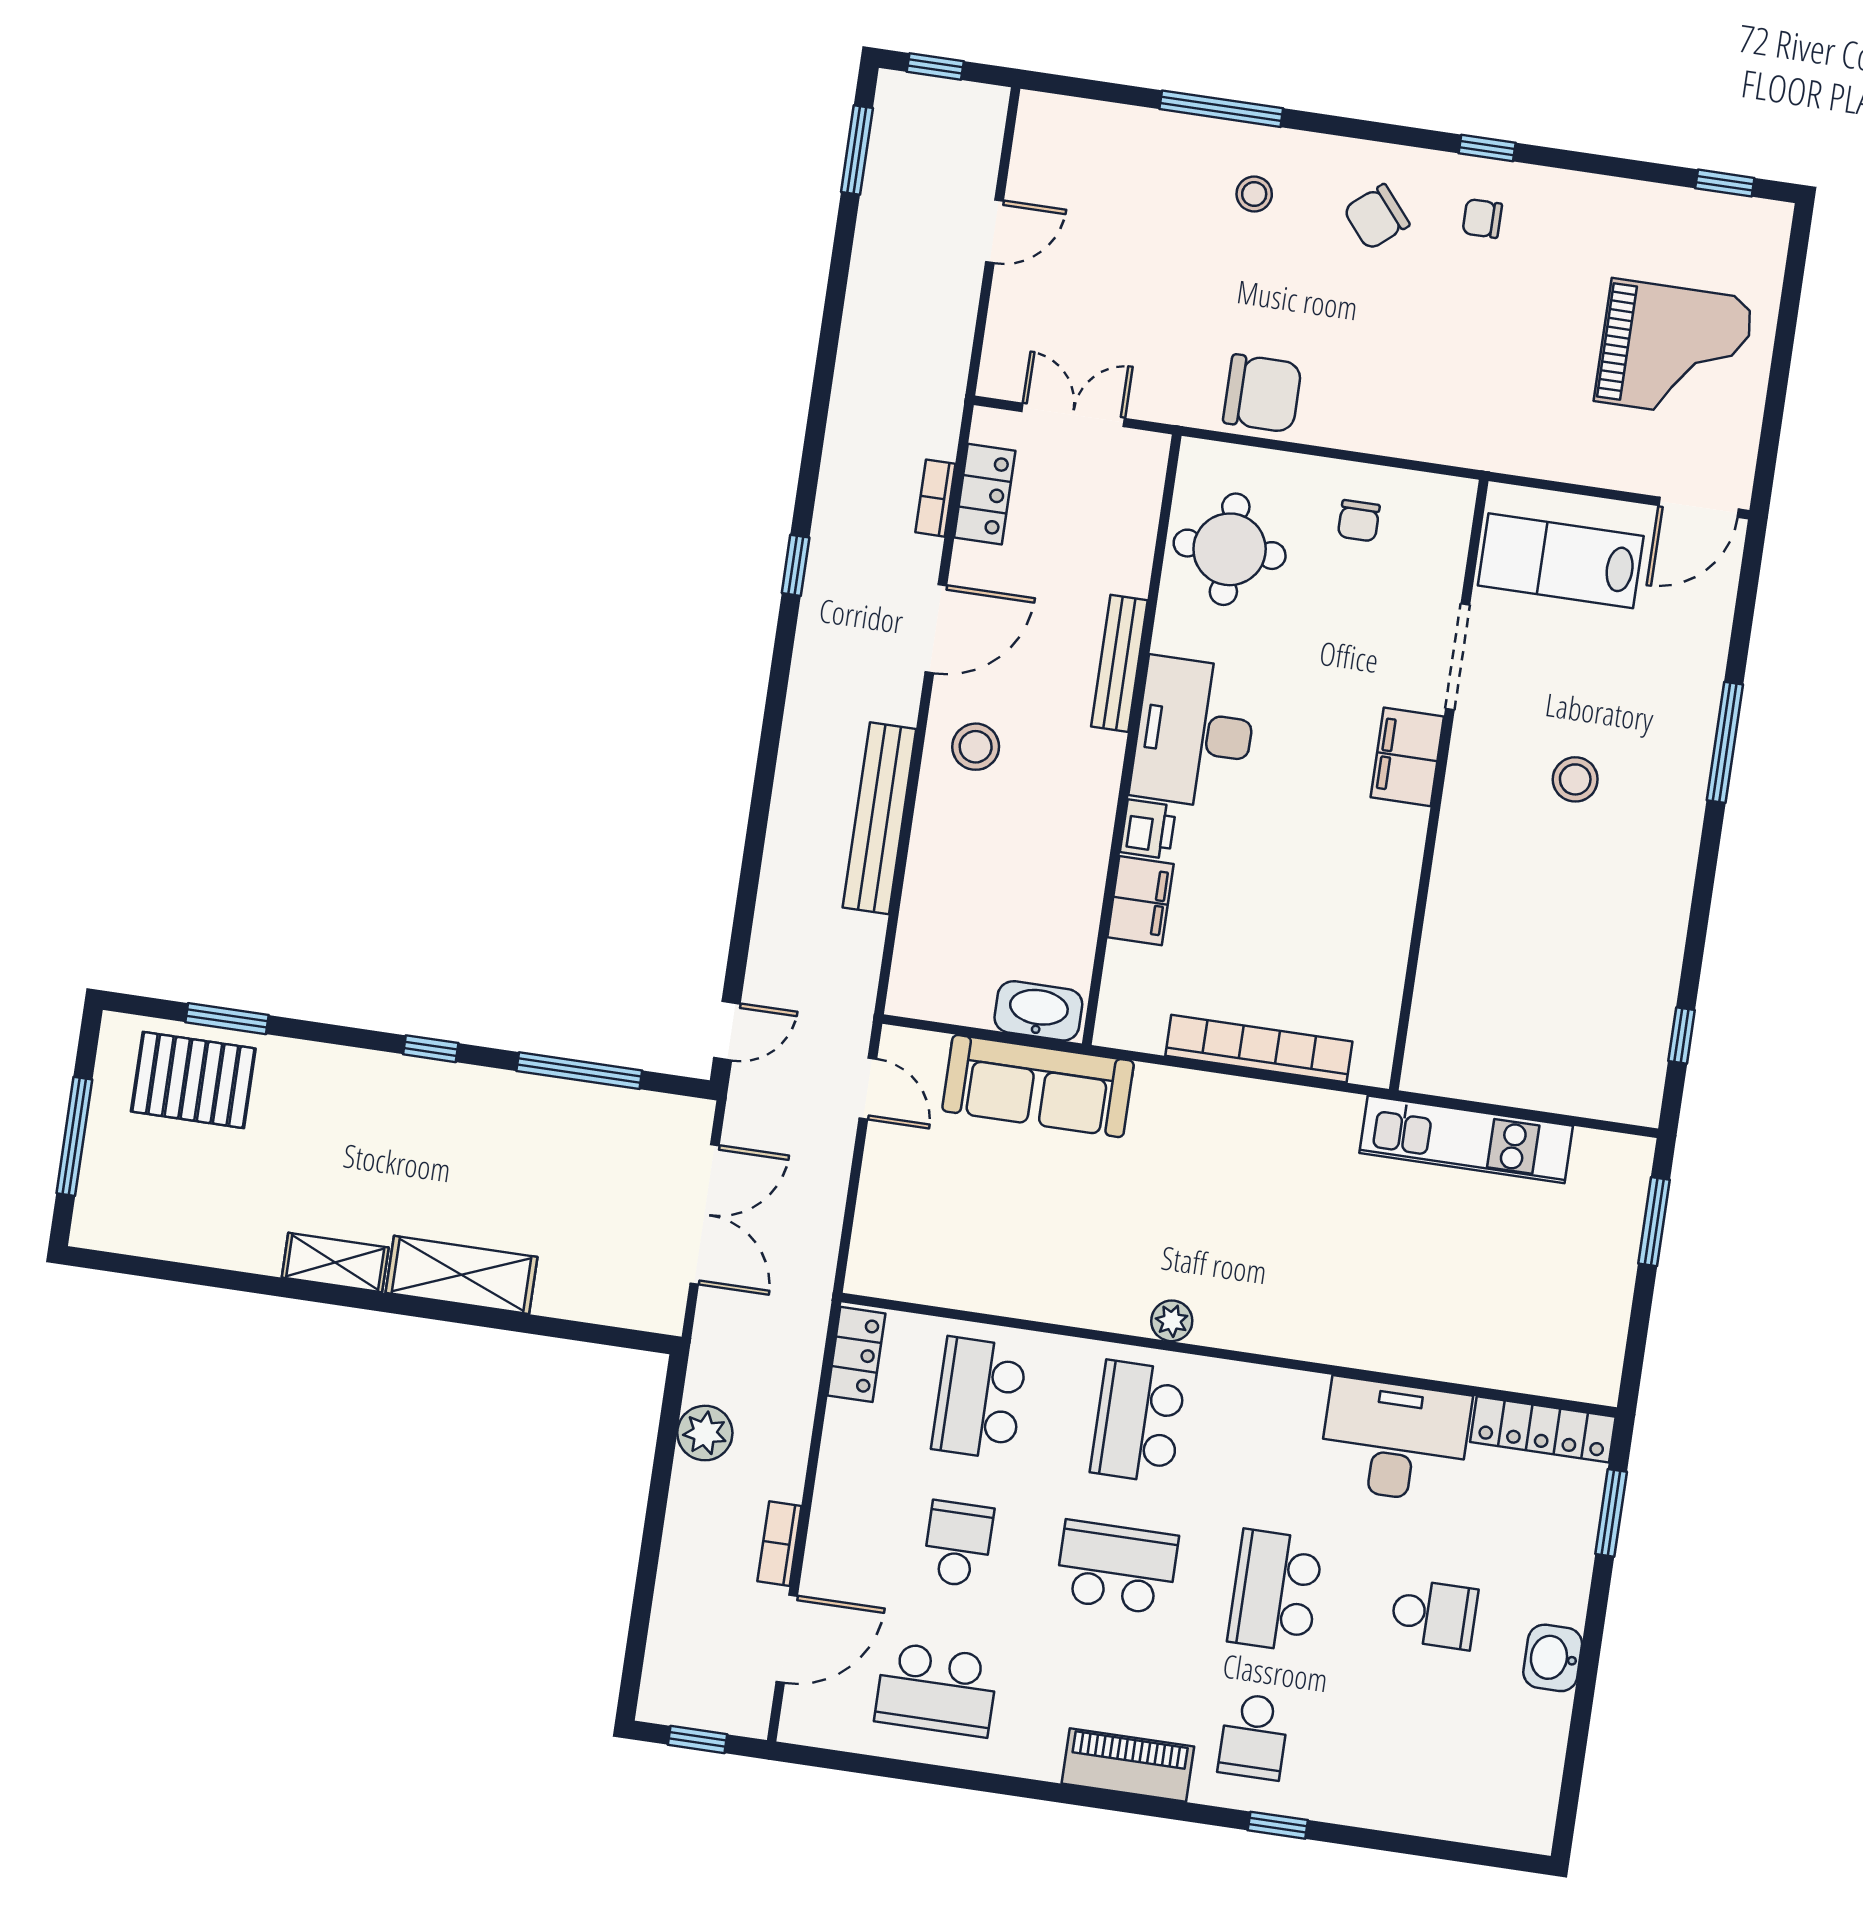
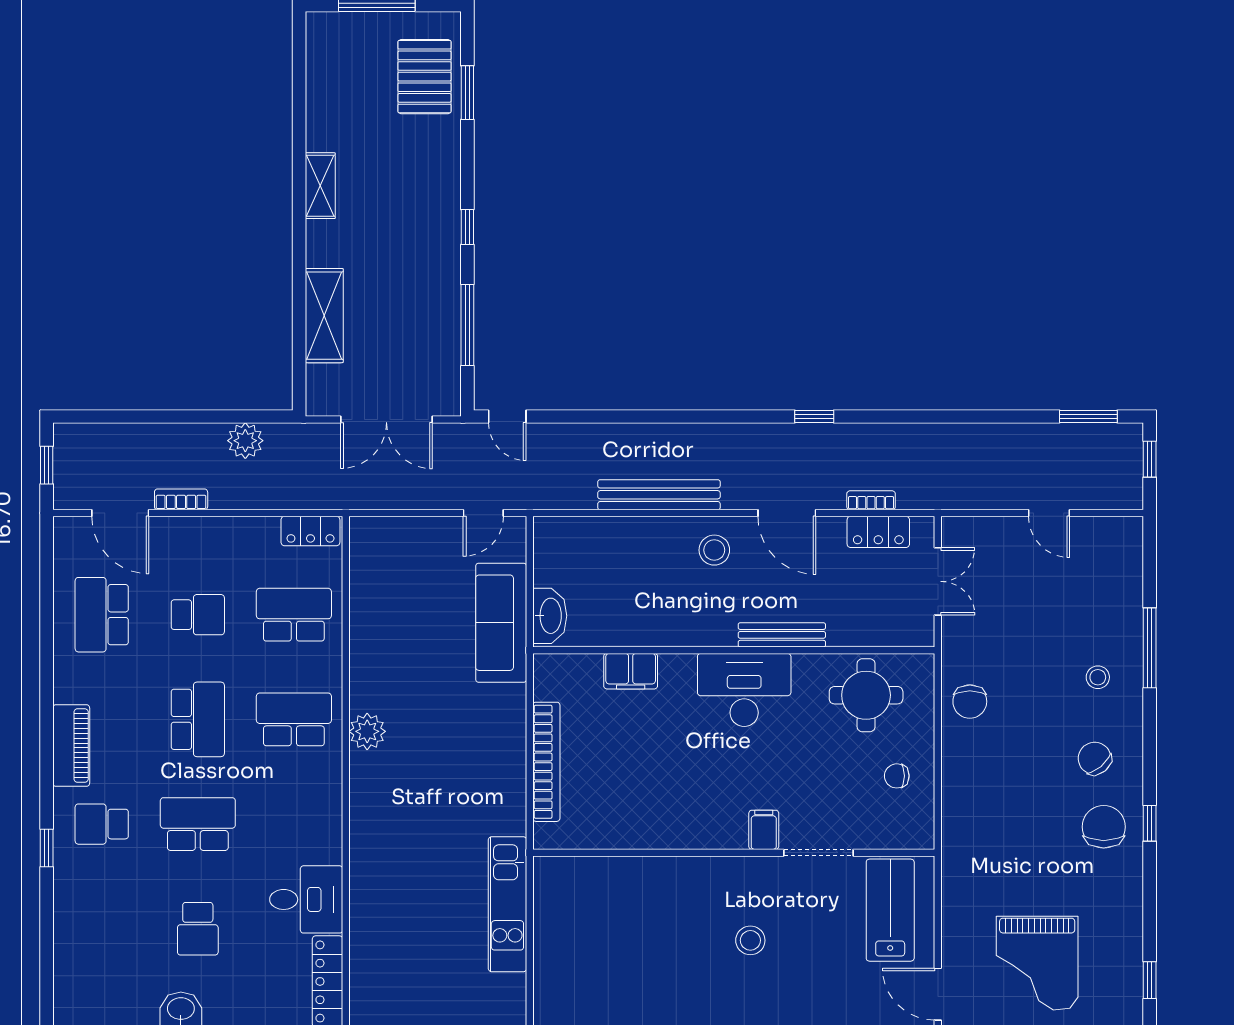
chair: (1482, 218) -> (1104, 827), width x1.87, depth x1.87
chair: (1262, 393) -> (970, 702), width x0.73, depth x0.73
filing cabinet: (1407, 757) -> (764, 830), width x0.50
printer: (1148, 829) -> (677, 669), removed
shelving: (462, 1275) -> (324, 316), moved
plant: (1172, 1321) -> (367, 731), width x1.38, depth x1.38
desk: (1395, 1440) -> (306, 899), width x0.73

